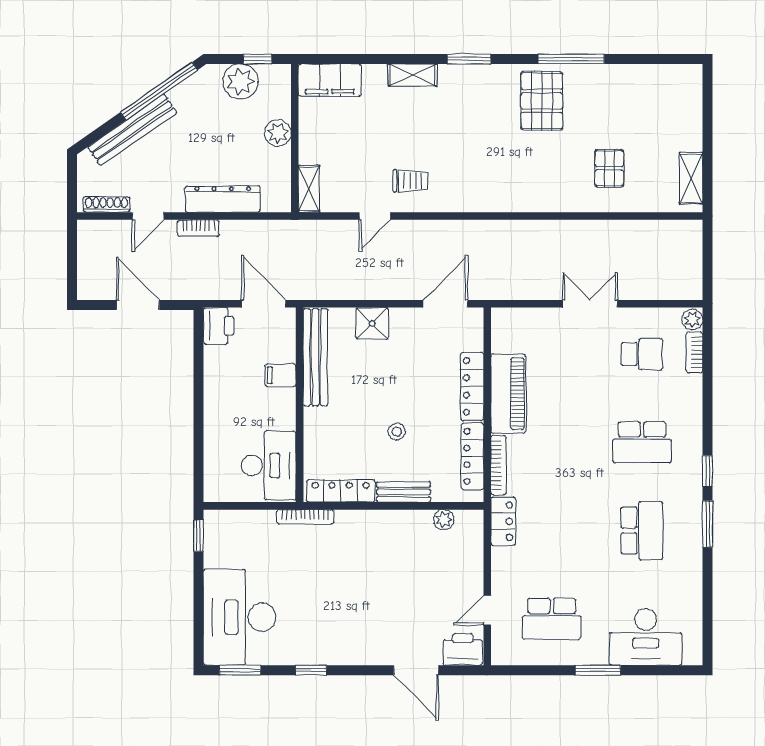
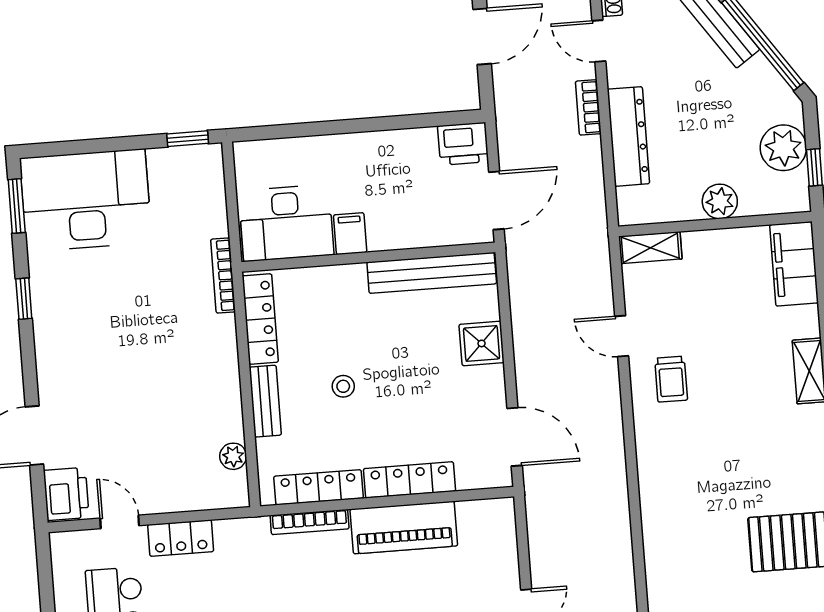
filing cabinet: (281, 375) -> (350, 234), moved
locker: (503, 521) -> (181, 538), moved

